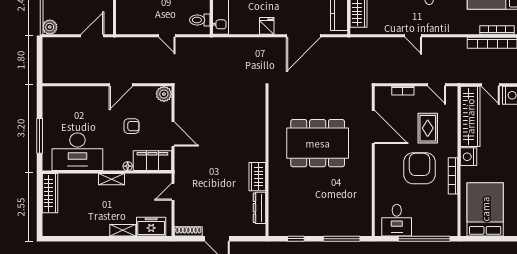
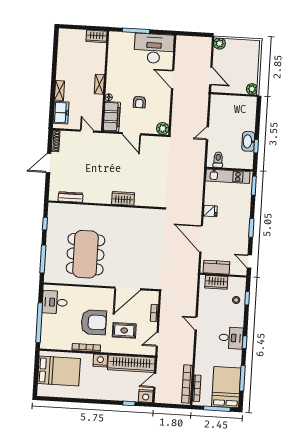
door: (413, 36) -> (196, 323), hinge flipped
door: (121, 85) -> (173, 79), moved
door: (173, 134) -> (131, 134), hinge flipped
dining table: (318, 143) -> (86, 254), moved
desk: (77, 152) -> (154, 48), moved, turned 90
wardrobe: (257, 177) -> (123, 198), moved
wardrobe: (50, 193) -> (97, 36), width x0.67

